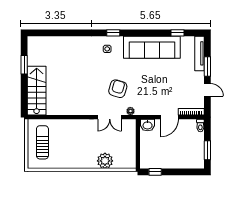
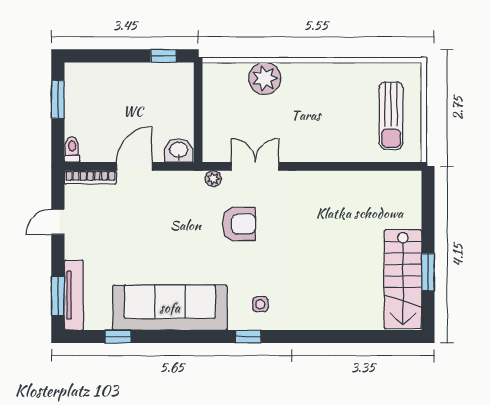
window: (207, 67) -> (58, 296), moved
armchair: (118, 89) -> (239, 224), turned -107
door: (207, 90) -> (58, 222), hinge flipped
stairs: (37, 91) -> (403, 279), moved

